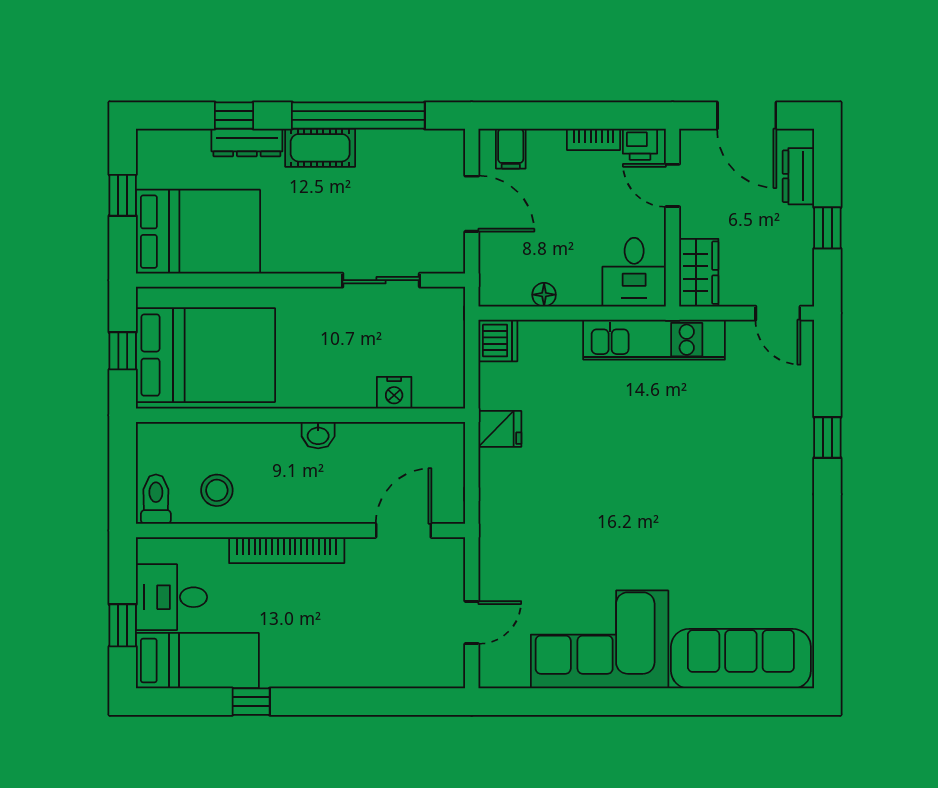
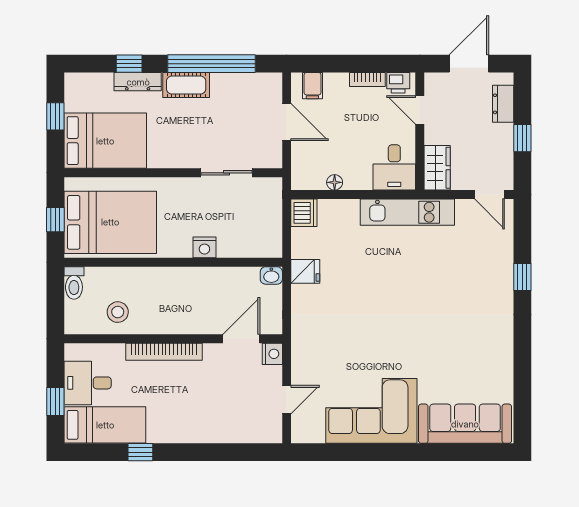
door: (747, 116) -> (469, 64), swing flipped
nightstand: (394, 393) -> (204, 247), moved
washbasin: (318, 435) -> (271, 275), moved
toilet: (156, 499) -> (74, 283), moved, turned 180
nightstand: (450, 553) -> (272, 354), added

